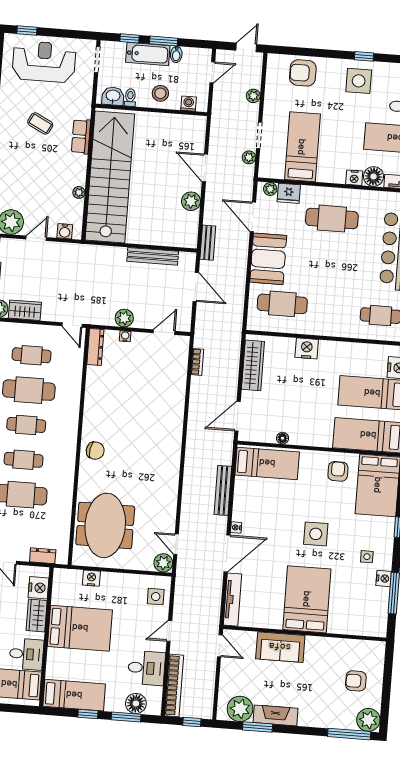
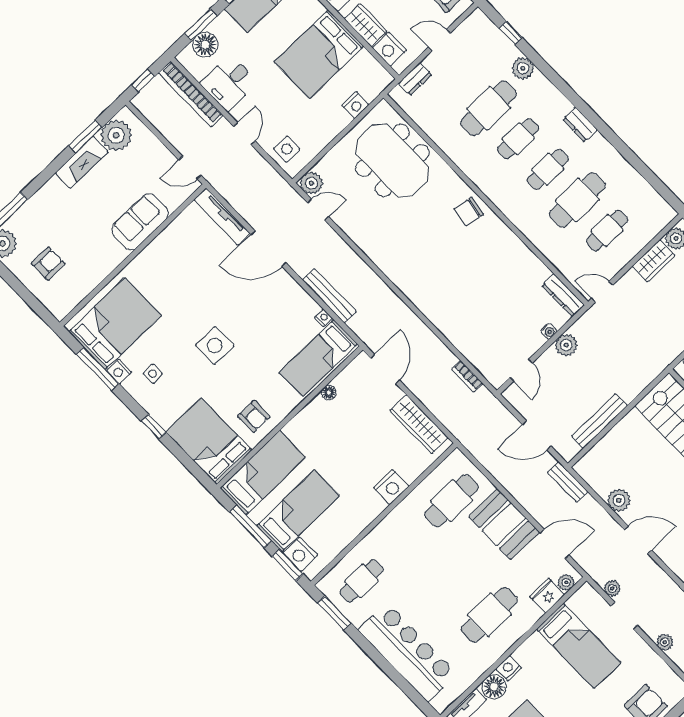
nightstand: (236, 527) -> (323, 318), moved
door: (227, 553) -> (269, 249), hinge flipped
bed: (307, 599) -> (115, 323), moved, turned -90

